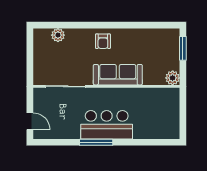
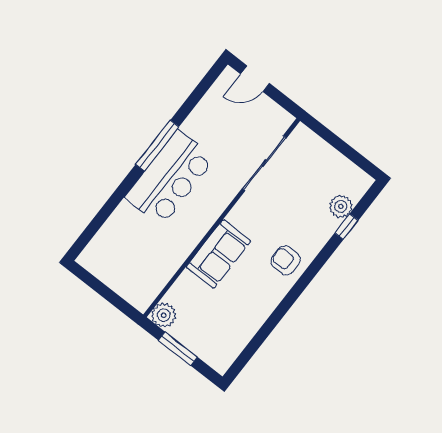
window: (65, 25) -> (346, 227), added
window: (183, 48) -> (178, 349), moved
sofa: (118, 75) -> (218, 254), width x0.73

